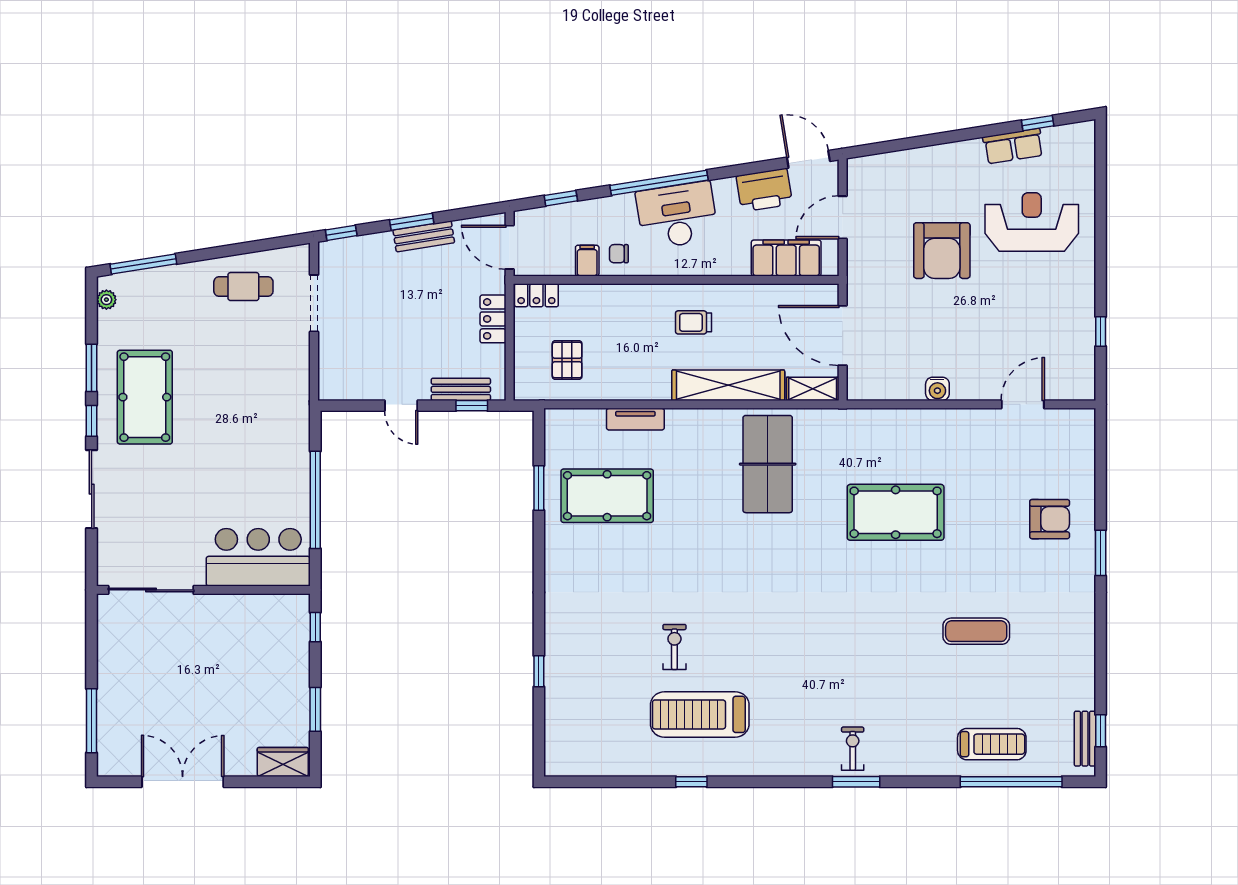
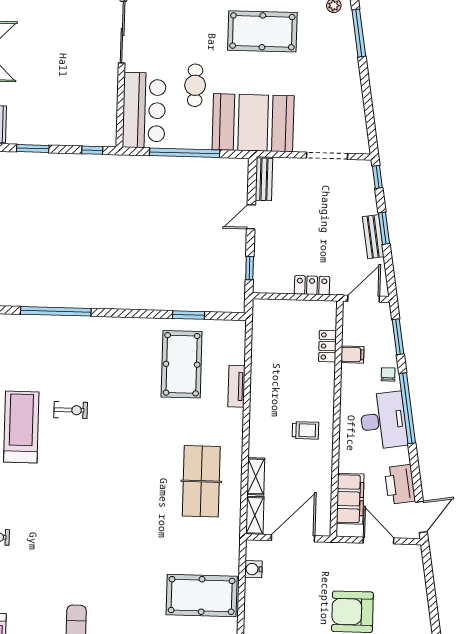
window: (561, 198) -> (398, 337), width x1.50
chair: (619, 254) -> (388, 374), moved
cafe table: (243, 287) -> (195, 85), moved
locker: (536, 295) -> (327, 346), moved
trolley: (693, 322) -> (305, 430), turned 90
pallet: (567, 360) -> (281, 338), removed
shelving: (728, 385) -> (256, 476), width x0.45, depth x0.75
bench: (461, 389) -> (264, 179), moved
water cooler: (937, 389) -> (253, 569), moved
booth: (271, 406) -> (253, 123), added
table tennis table: (768, 464) -> (201, 481), turned 90
pool table: (896, 512) -> (202, 595), moved, turned 90
window: (539, 671) -> (56, 311), width x3.17

